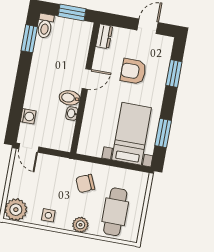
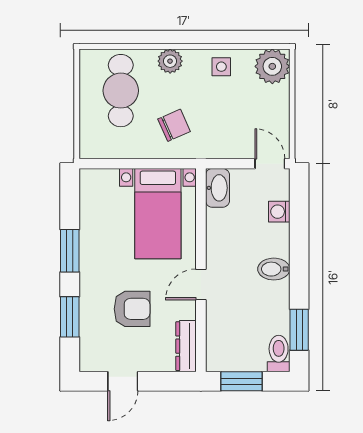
dresser: (104, 36) -> (186, 346), width x1.44
bidet: (70, 98) -> (274, 269), moved, turned 180
washbasin: (72, 114) -> (217, 188), moved, width x1.91, depth x1.45
window: (163, 133) -> (70, 251), moved
bed with nightstands: (132, 134) -> (158, 214), moved

